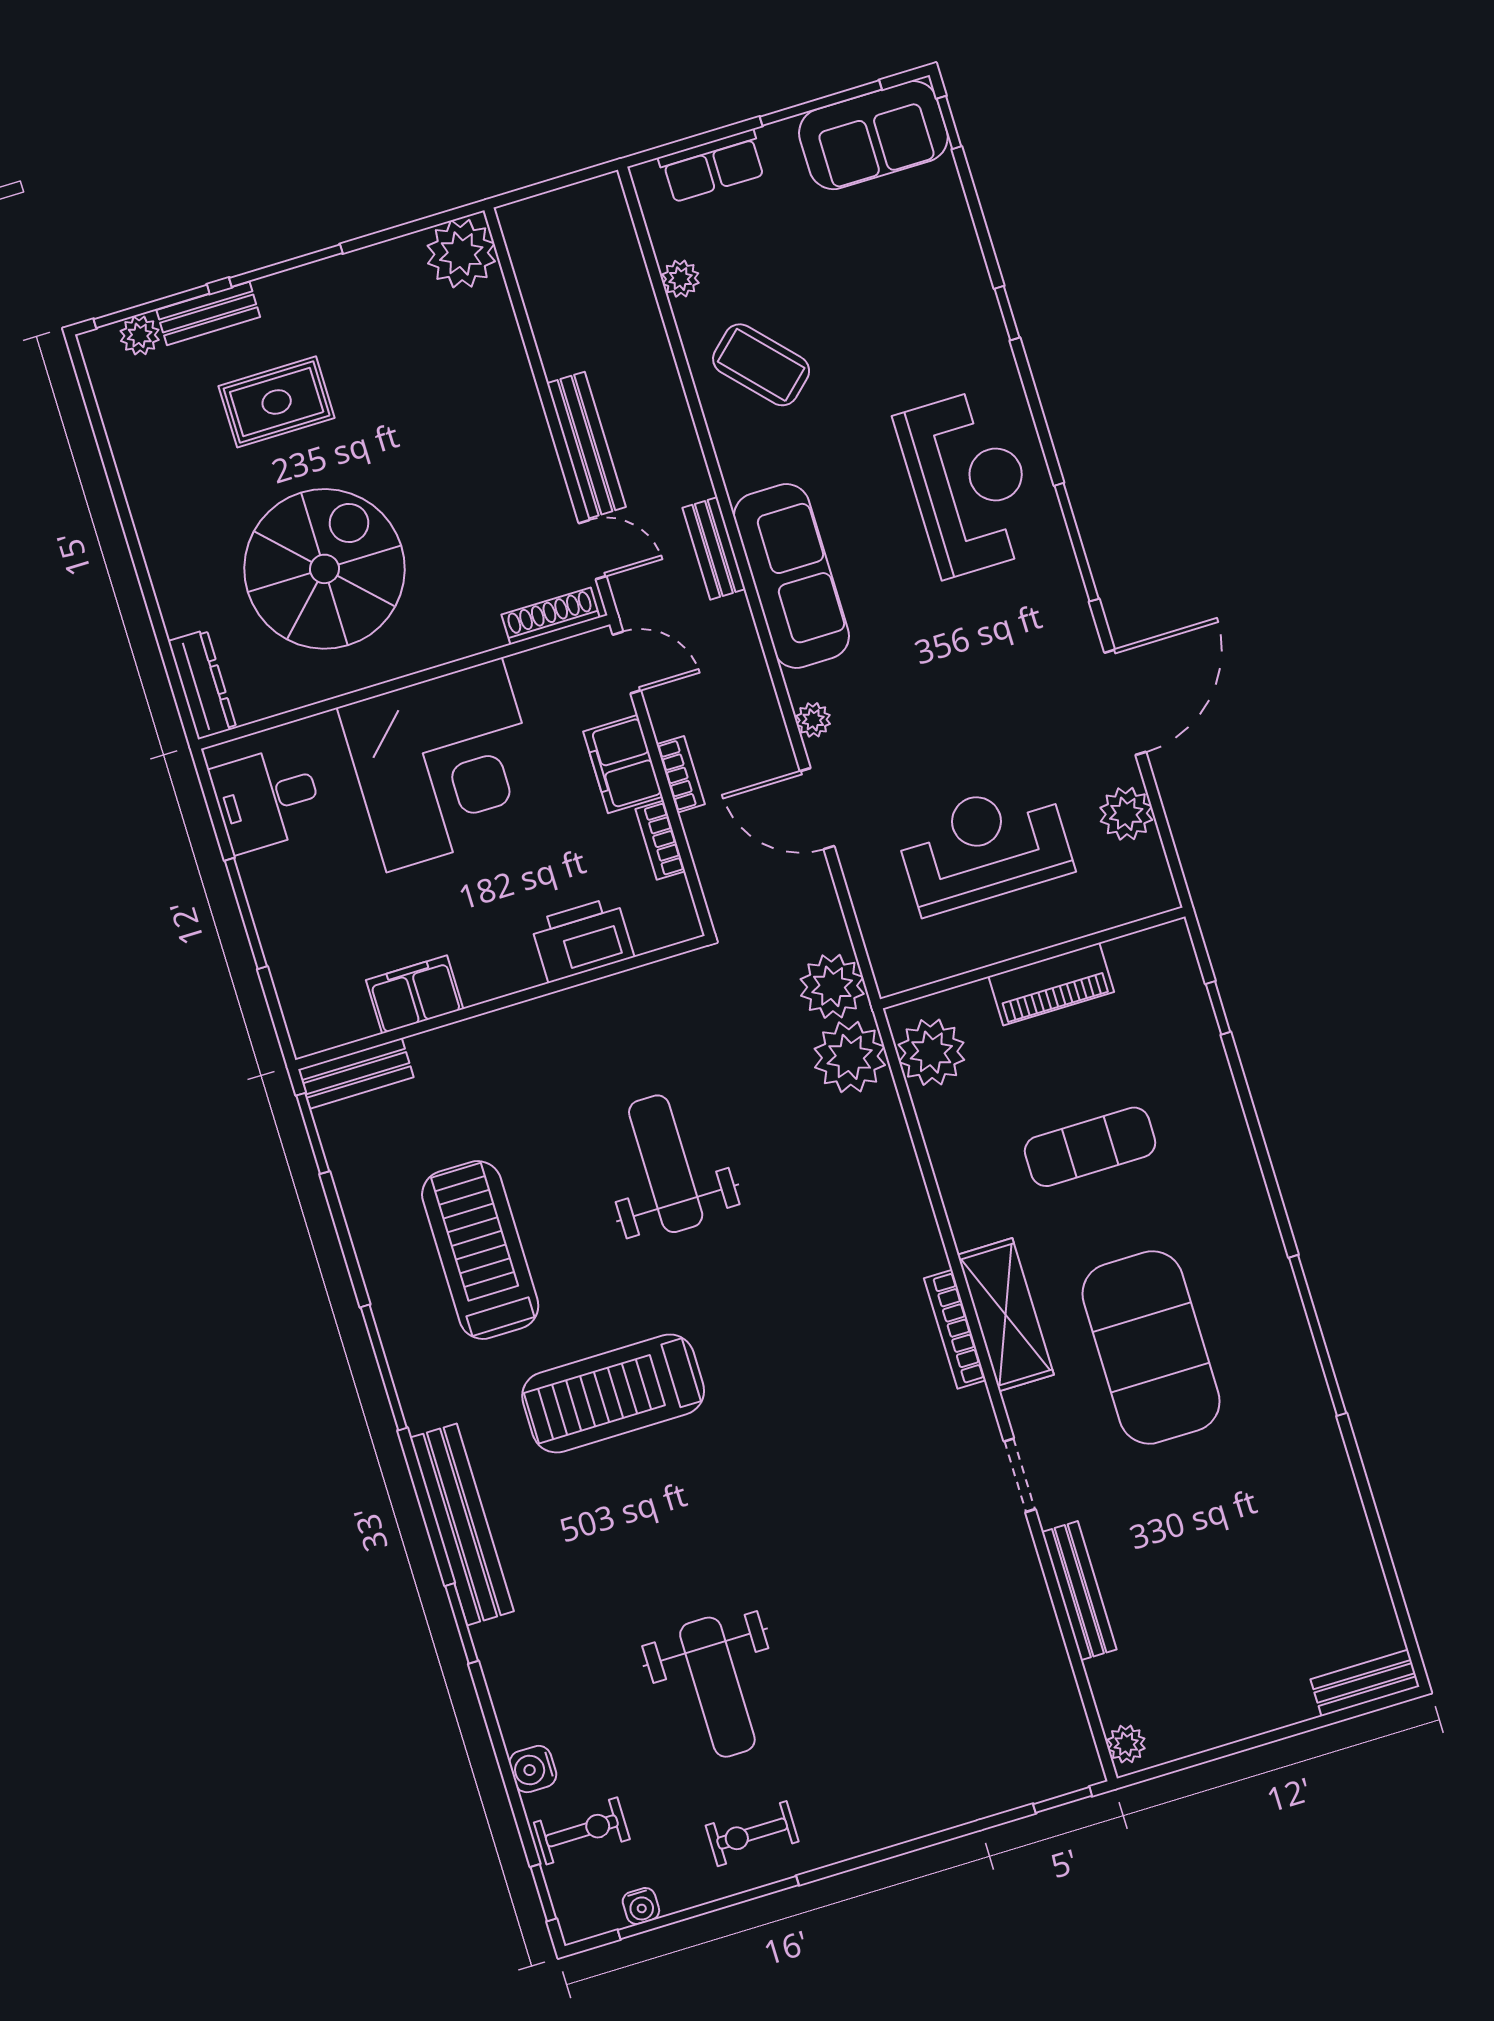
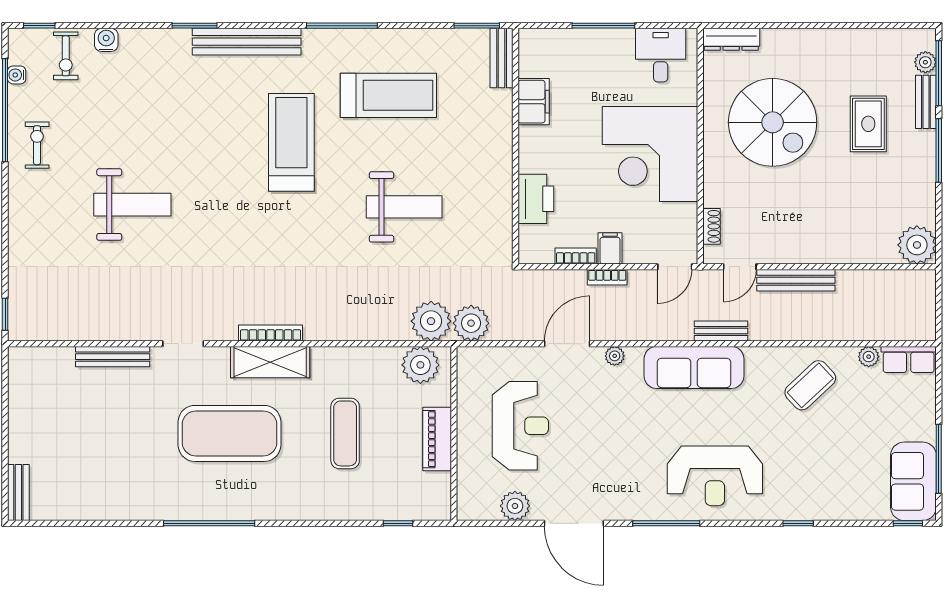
row of seats: (712, 166) -> (909, 359), moved, turned -90
shoe rack: (551, 616) -> (711, 226), width x0.70
filing cabinet: (623, 764) -> (610, 248), width x0.50
weight bench: (717, 1687) -> (132, 205), moved, turned 180
plant: (1126, 1744) -> (24, 357), removed

